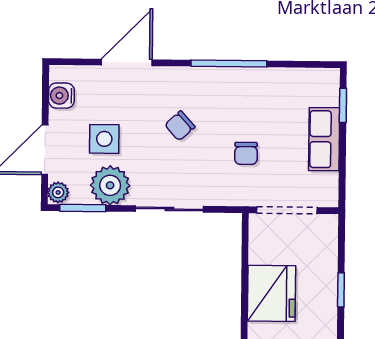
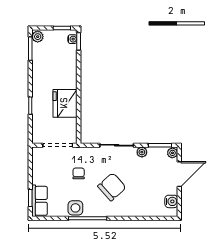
door: (127, 62) -> (139, 218), removed
chair: (180, 126) -> (112, 187), width x1.87, depth x1.87
side table: (104, 139) -> (75, 208), moved
row of seats: (324, 139) -> (40, 201), moved
plant: (110, 185) -> (142, 152), width x0.53, depth x0.53

